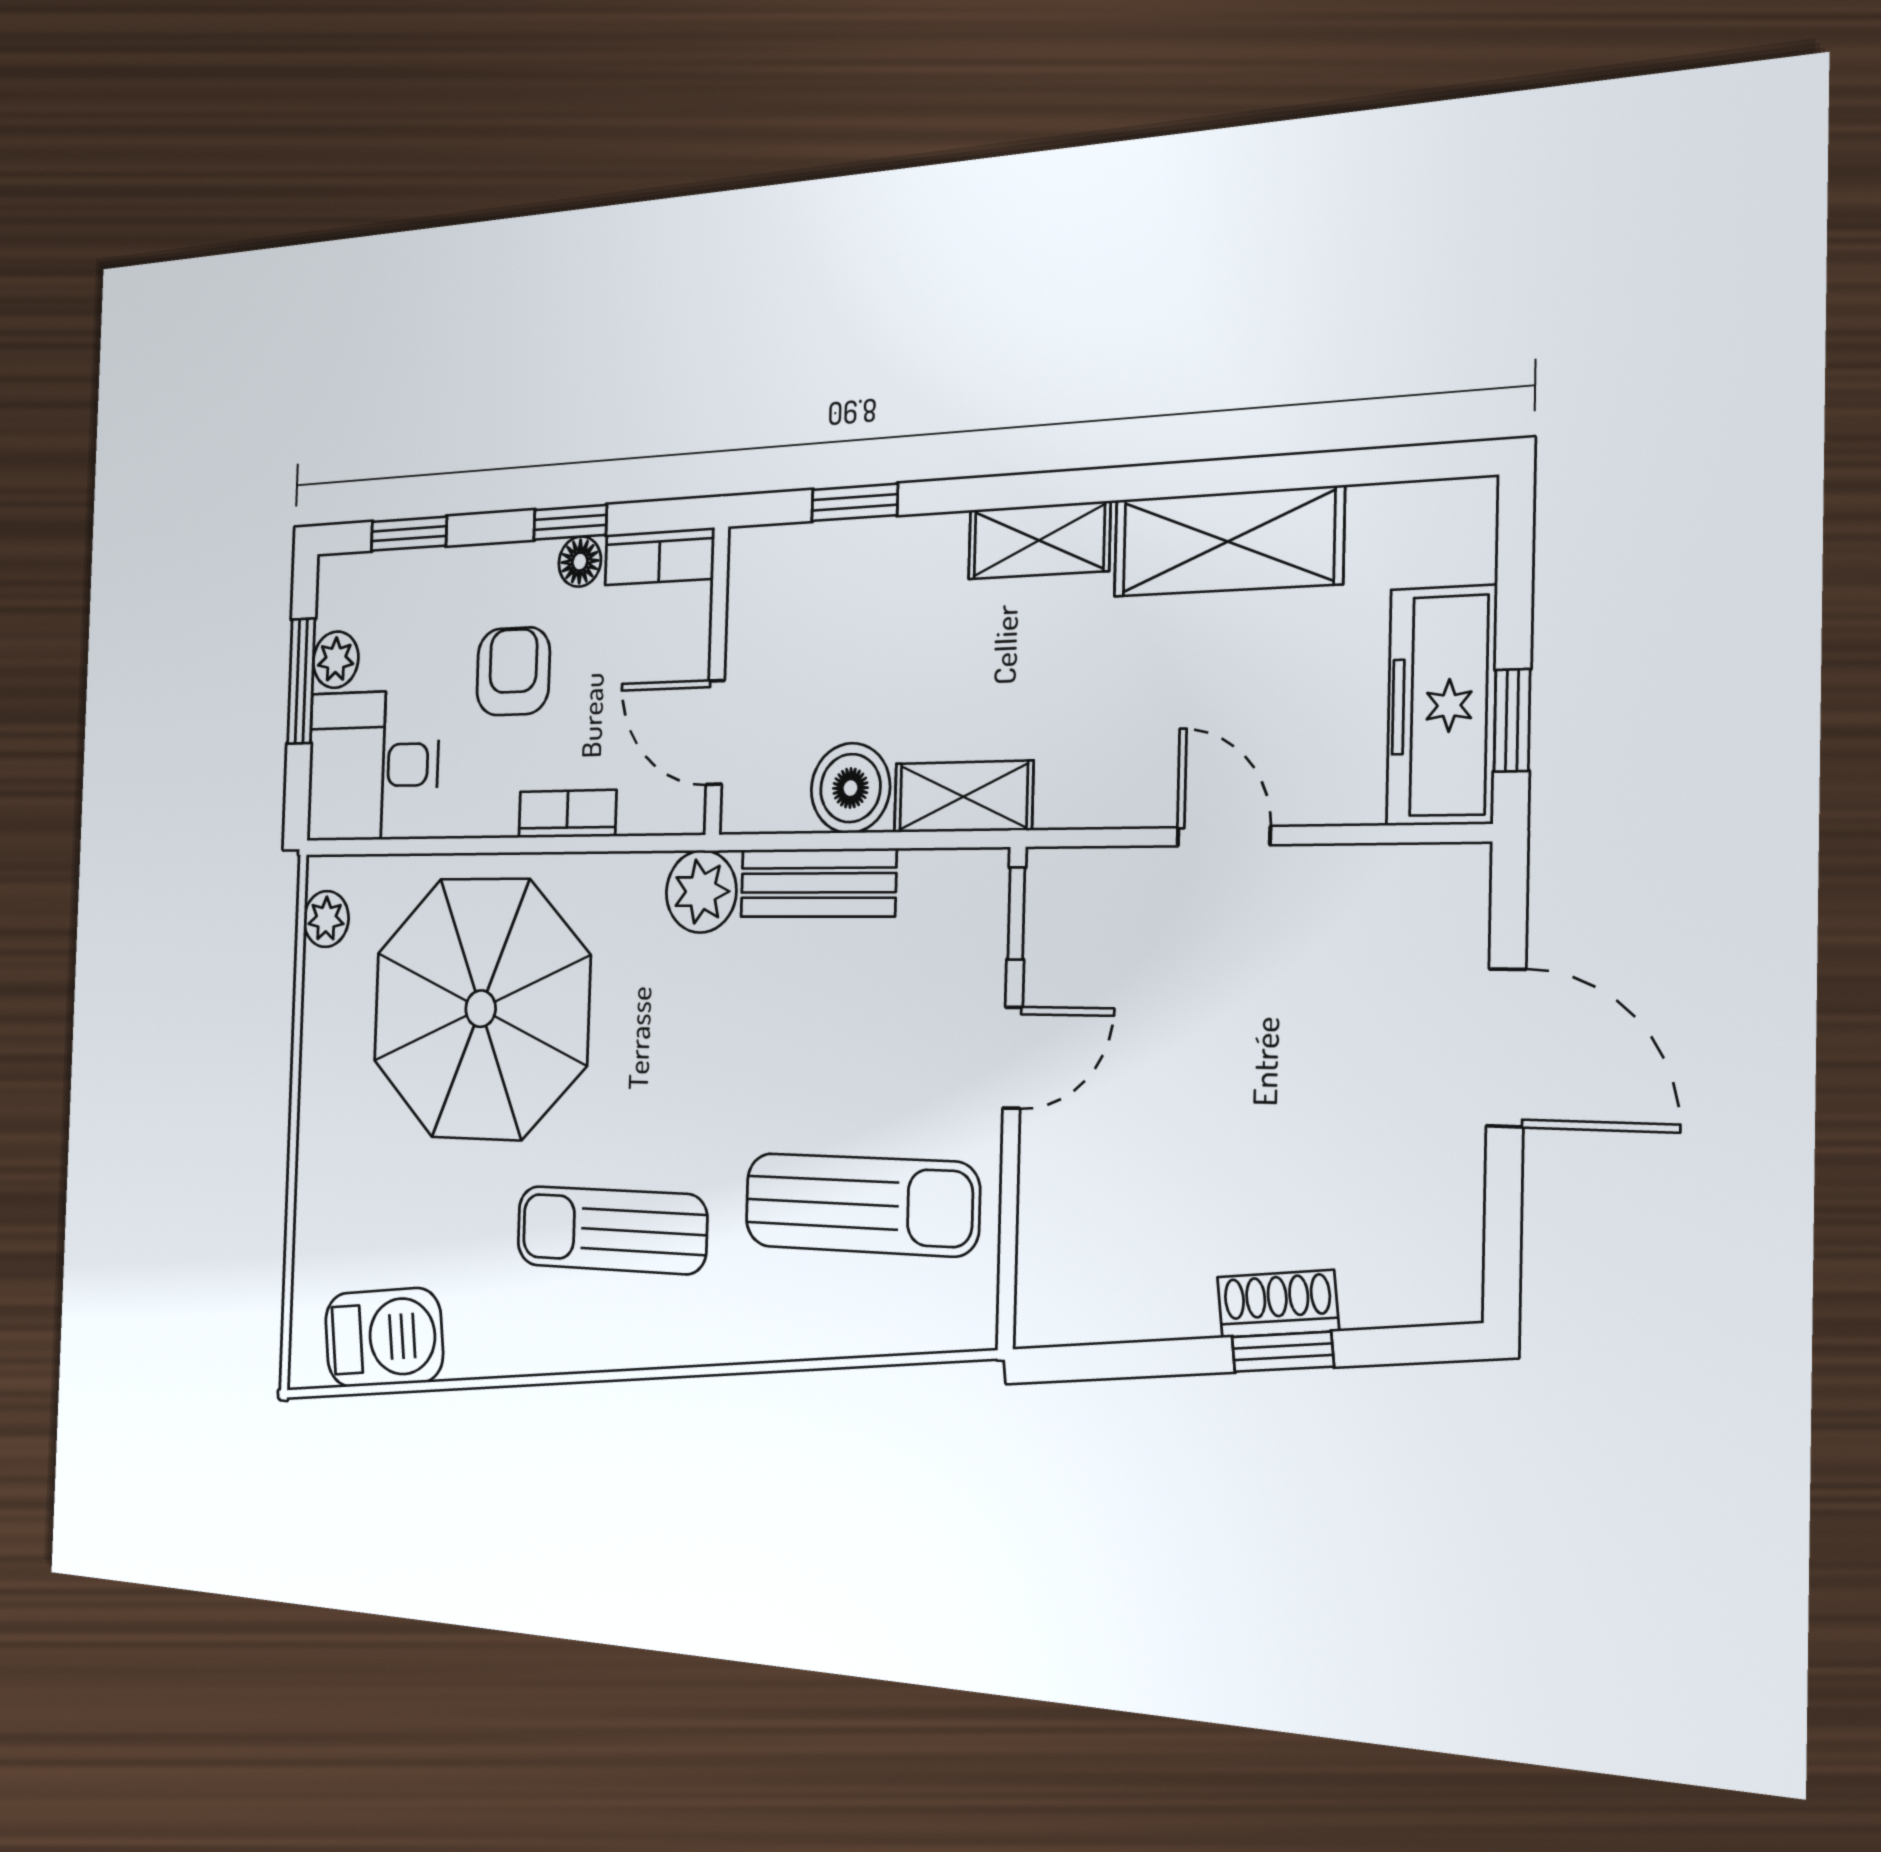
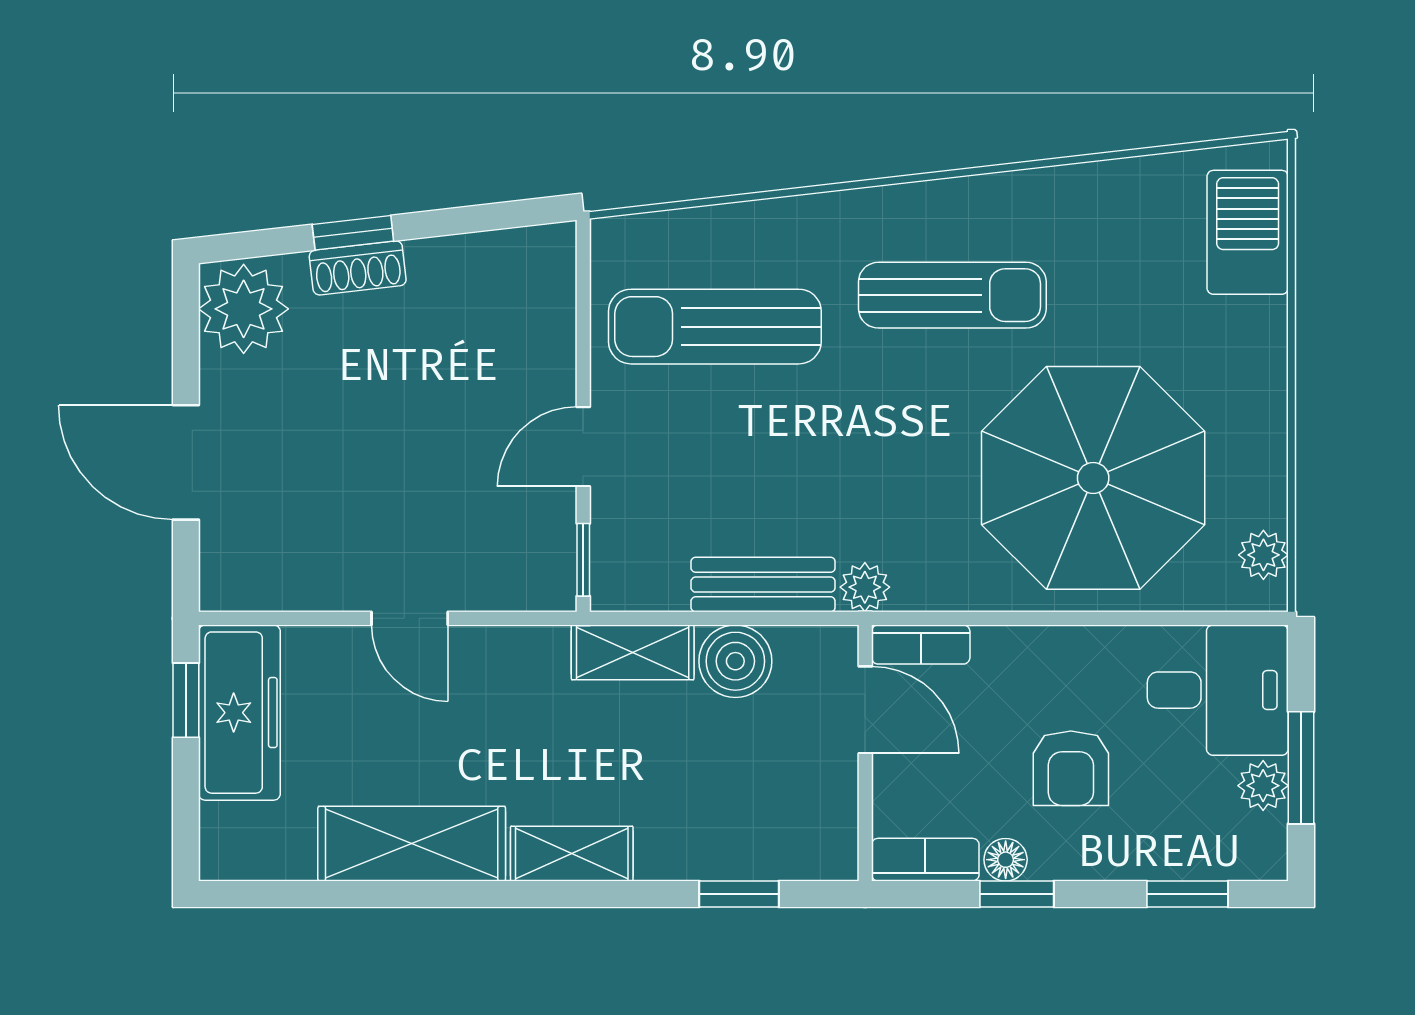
bookcase: (567, 814) -> (921, 644), moved
plant: (701, 891) -> (865, 587), width x0.73, depth x0.73
plant: (1426, 1257) -> (244, 309), added
barbecue: (384, 1337) -> (1248, 232), moved, turned 97

